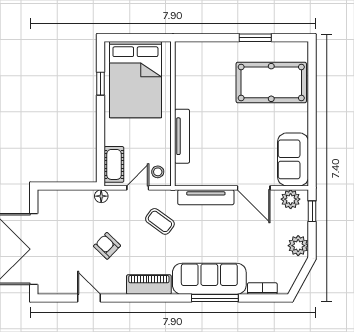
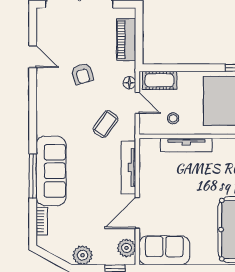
stool: (158, 172) -> (173, 118), moved
floor lamp: (101, 196) -> (129, 83), moved
armchair: (107, 246) -> (82, 74), turned 119
piano: (149, 285) -> (126, 40), moved, turned 180
door: (89, 298) -> (33, 57), hinge flipped

